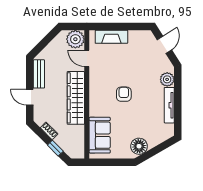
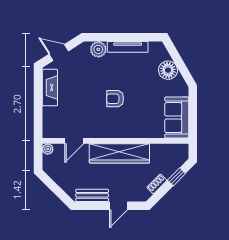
fireplace: (111, 37) -> (50, 87), moved
plant: (75, 39) -> (48, 149), width x0.53, depth x0.53
sofa: (100, 135) -> (177, 118), moved, turned -90
floor lamp: (139, 146) -> (168, 70), moved

